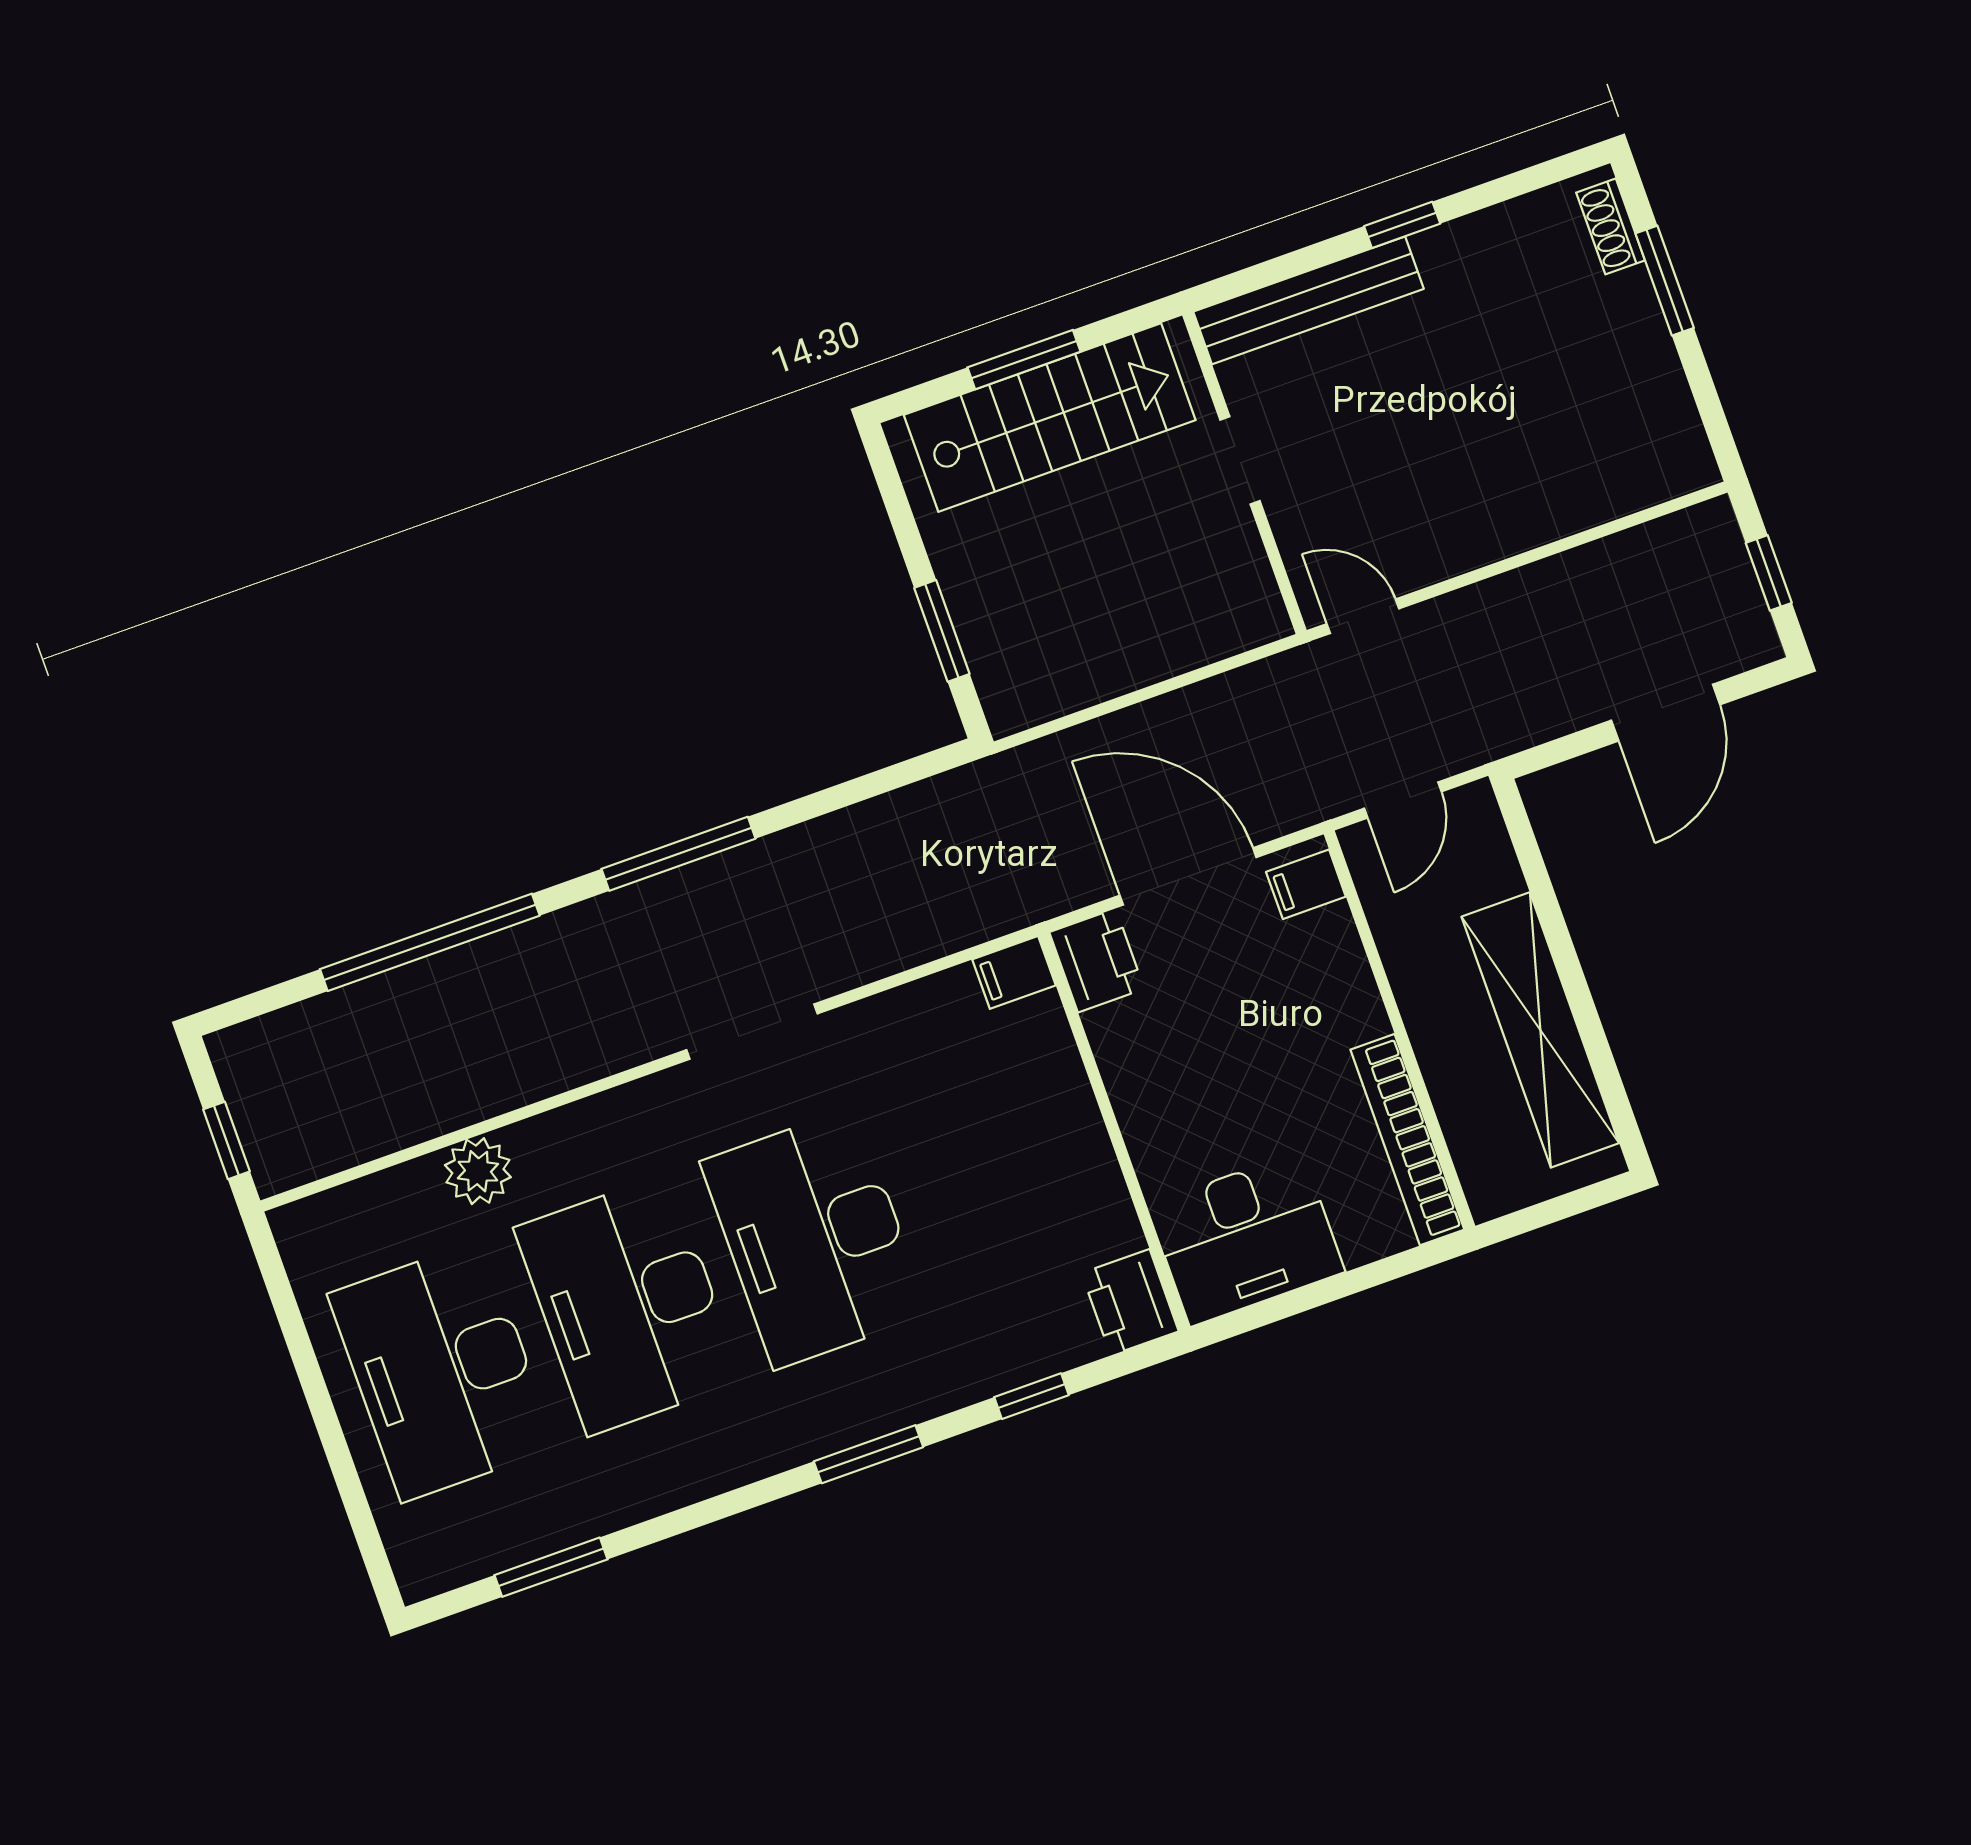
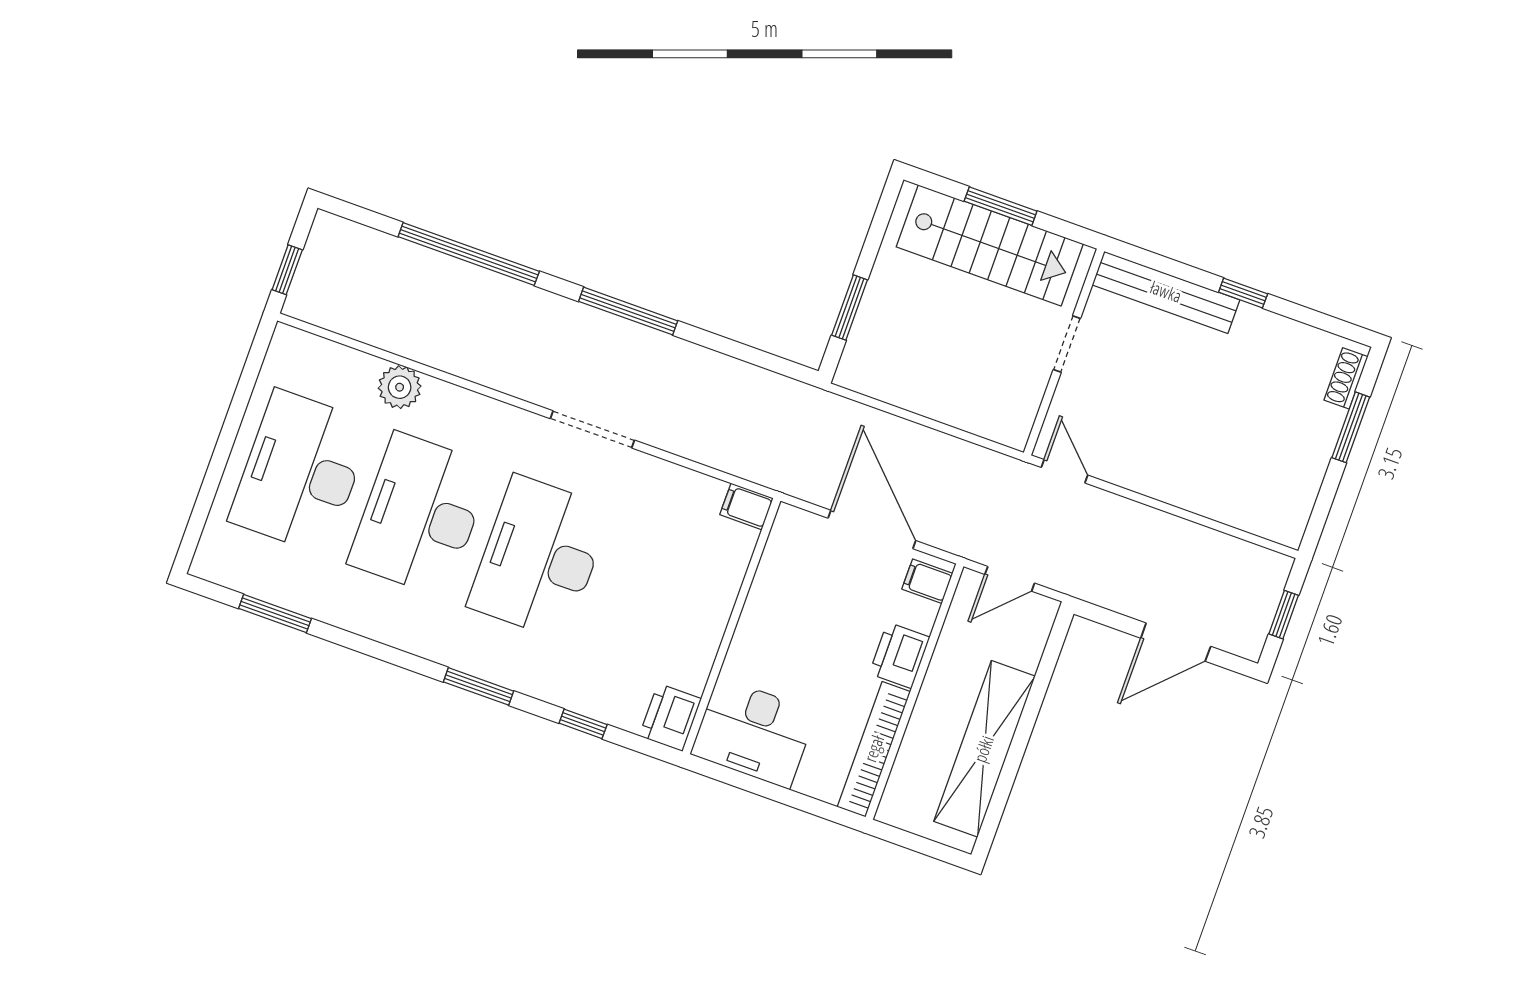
printer: (1097, 960) -> (900, 655), moved, turned 180

